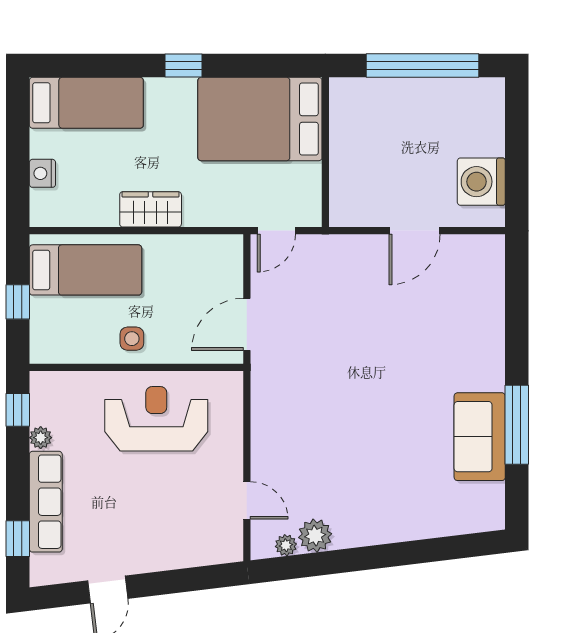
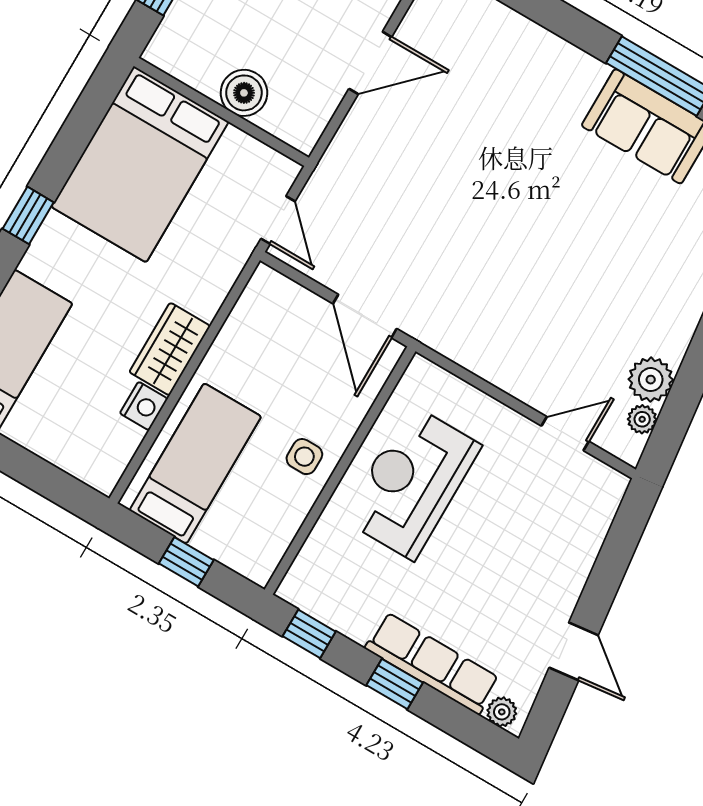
boiler: (346, 160) -> (244, 93), added
nightstand: (42, 173) -> (144, 406), moved, turned -90
door: (415, 231) -> (370, 63), hinge flipped
plant: (41, 438) -> (502, 712), moved
window: (18, 539) -> (395, 684), moved

